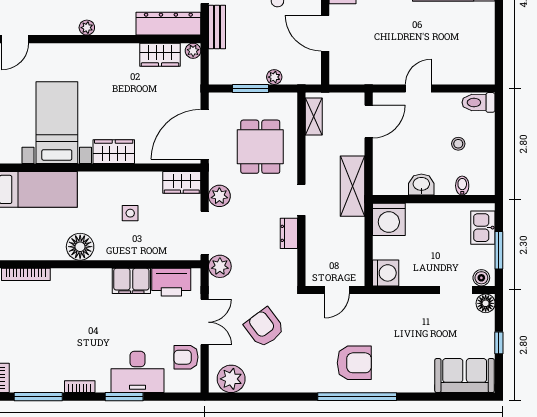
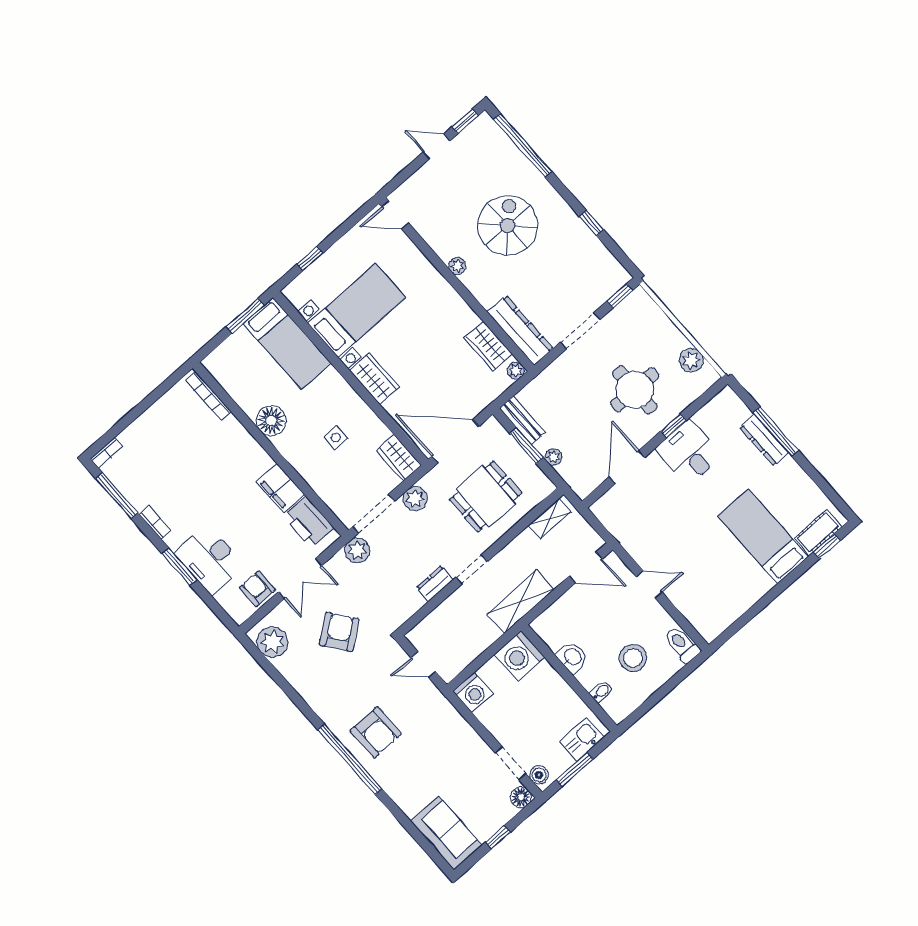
bench: (217, 27) -> (522, 420), moved, turned 90
stool: (458, 144) -> (633, 658), width x1.89, depth x1.89

